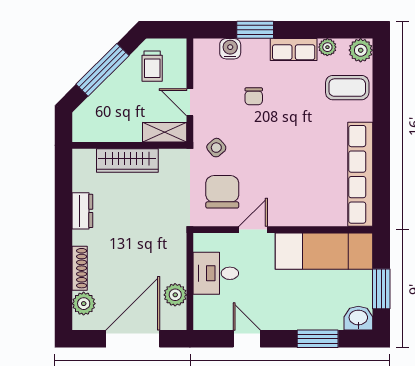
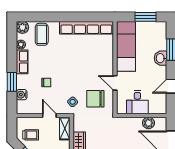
door: (190, 102) -> (49, 115), swing flipped
washbasin: (358, 318) -> (161, 58), moved

